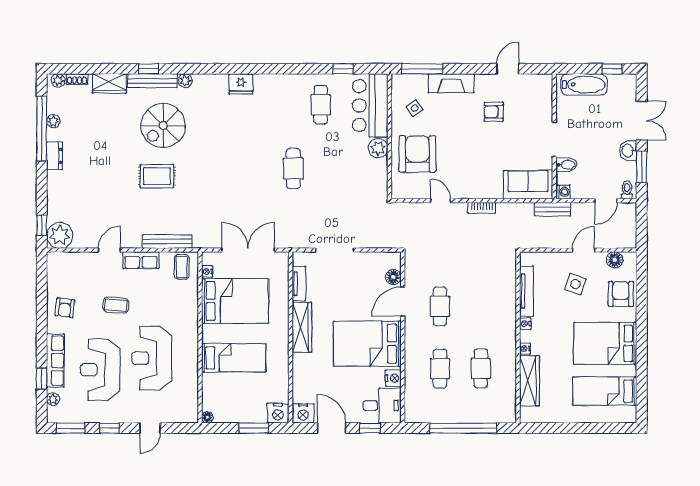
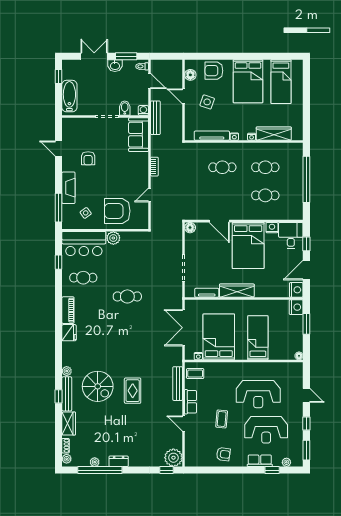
piano: (274, 82) -> (68, 310), added
bench: (553, 209) -> (155, 118), width x1.36
floor lamp: (393, 277) -> (190, 228), moved
cafe table: (440, 306) -> (222, 167), moved
row of seats: (55, 360) -> (260, 461), width x0.68

